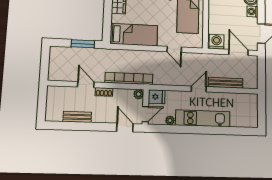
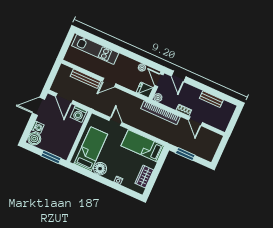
door: (145, 114) -> (159, 80), hinge flipped
kitchen unit: (203, 118) -> (95, 49), moved

